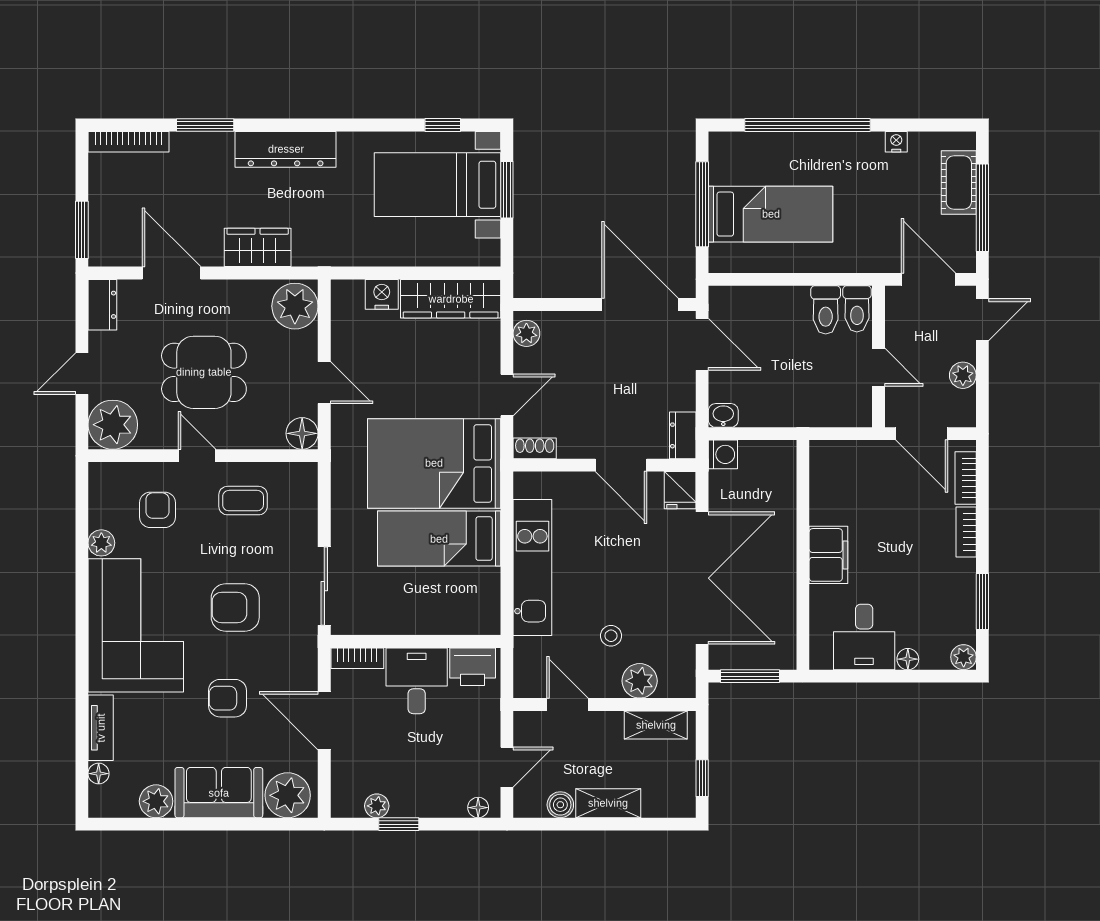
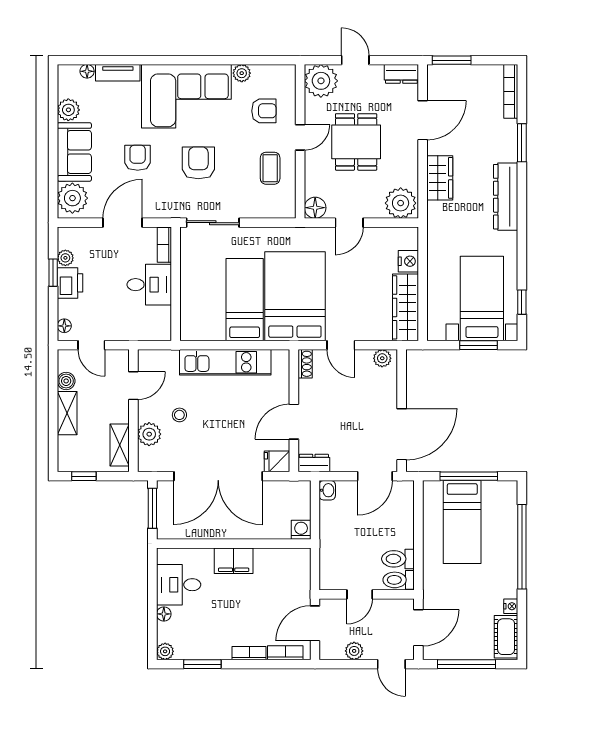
cot: (959, 182) -> (506, 637), moved, turned 90
washing machine: (723, 454) -> (301, 530), moved, turned 180
printer: (473, 667) -> (70, 283), moved, turned 180

